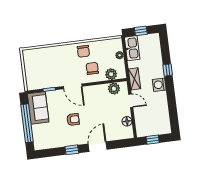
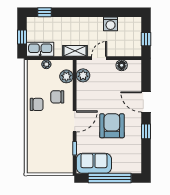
window: (168, 70) -> (45, 12), moved
washing machine: (159, 85) -> (111, 24), moved
armchair: (73, 119) -> (112, 126), width x1.88, depth x1.88

